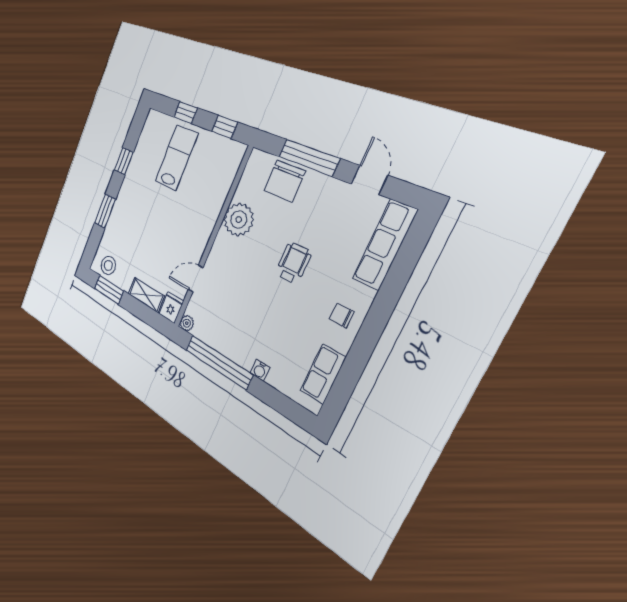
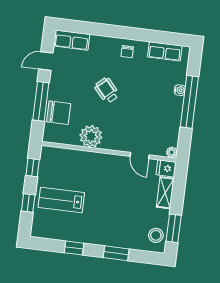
row of seats: (385, 245) -> (72, 40), width x0.68
wheelchair: (293, 263) -> (107, 90), turned 48
window: (219, 362) -> (189, 102), moved

